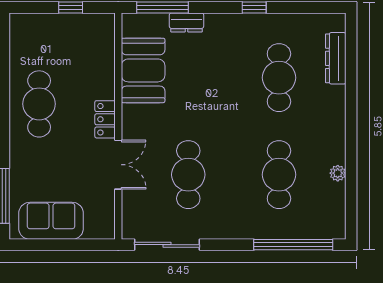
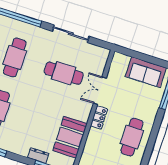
cafe table: (188, 175) -> (64, 73), turned 90
sliding door: (167, 245) -> (71, 34), moved

